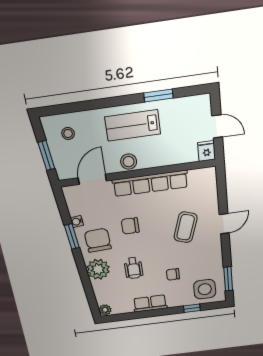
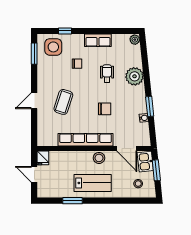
kitchen sink: (64, 165) -> (145, 162), added
door: (92, 179) -> (127, 149), hinge flipped
chair: (98, 240) -> (131, 101), removed

